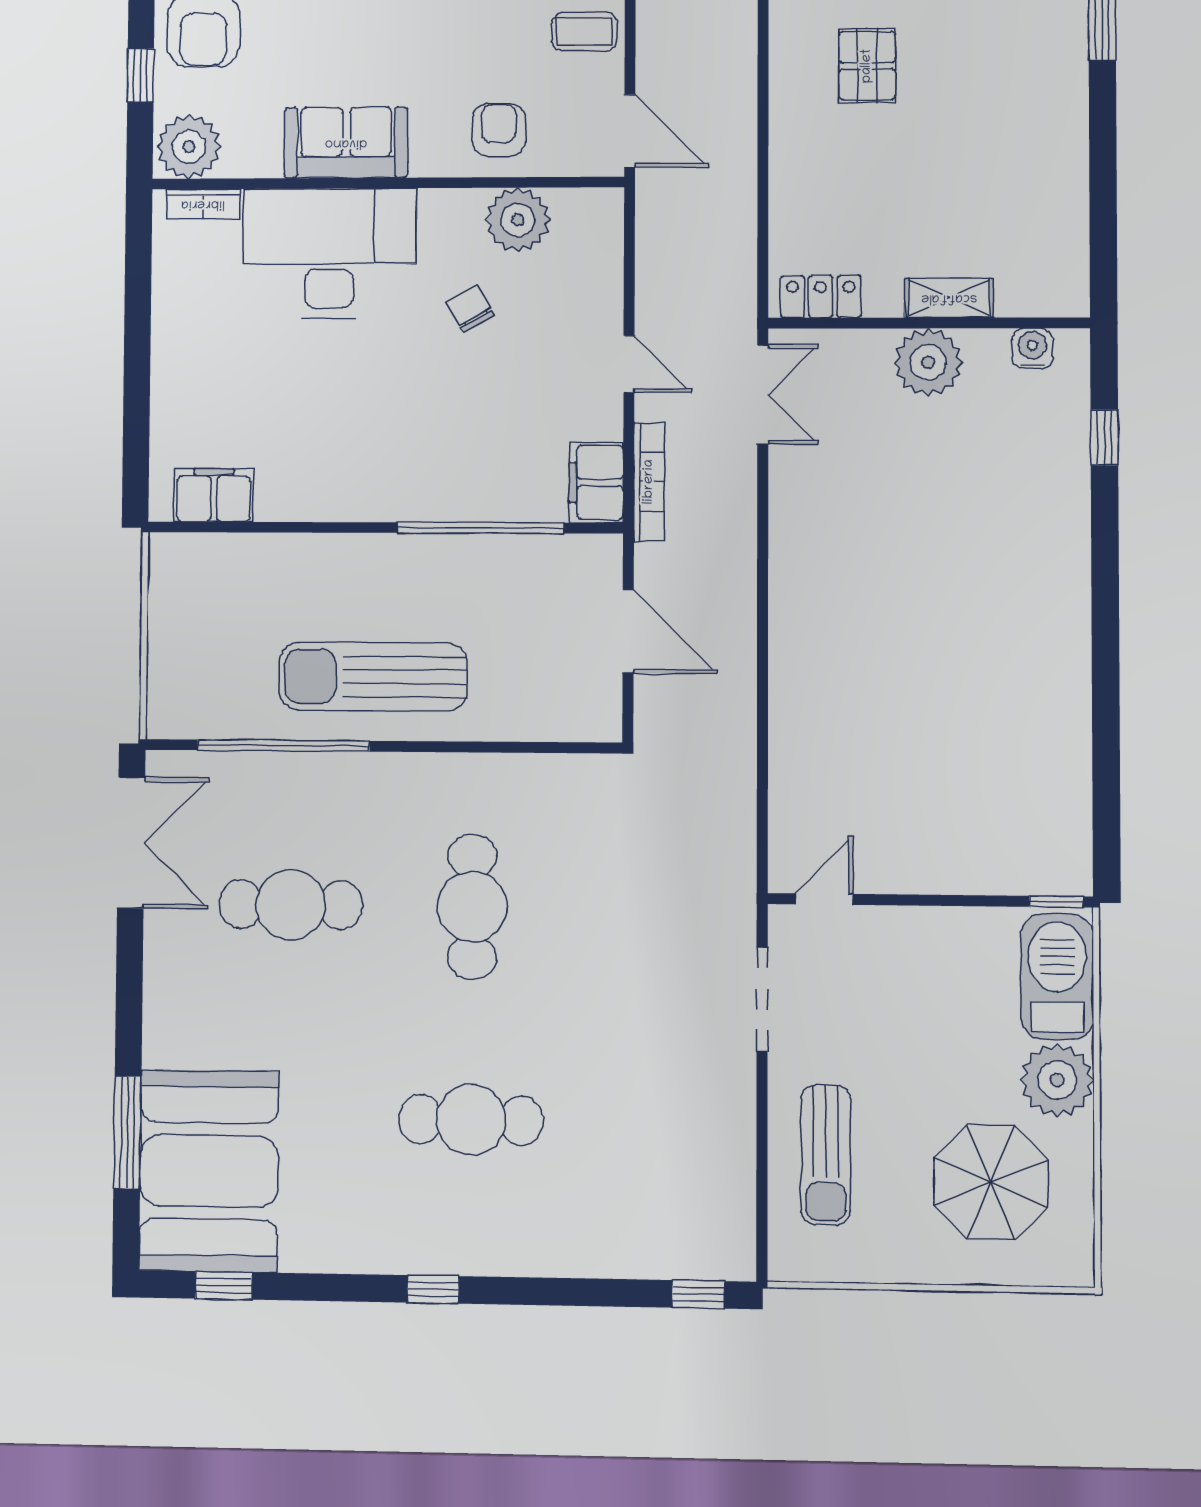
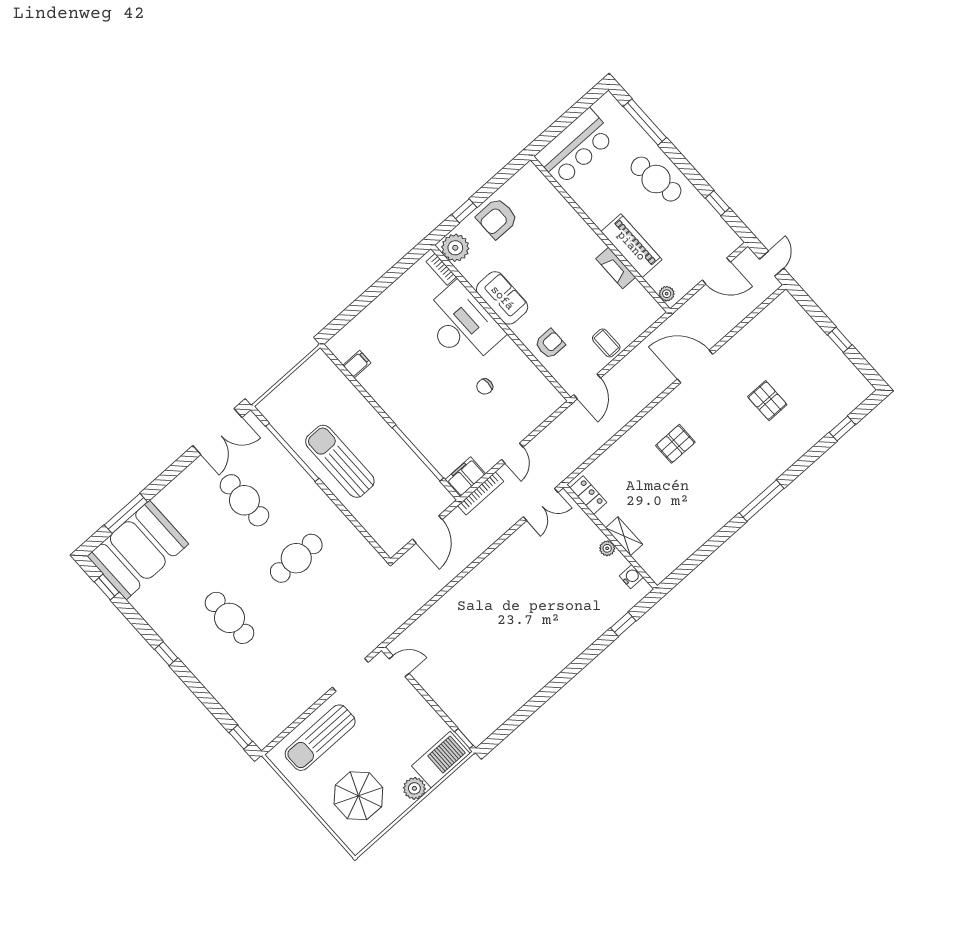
plant: (518, 220) -> (527, 376), removed
chair: (470, 309) -> (485, 387), turned -150
plant: (928, 362) -> (607, 548), width x0.53, depth x0.53
filing cabinet: (214, 495) -> (357, 364), width x0.50
plant: (1057, 1080) -> (414, 788), width x0.73, depth x0.73
sun lounger: (826, 1155) -> (320, 738), width x1.36, depth x1.34

